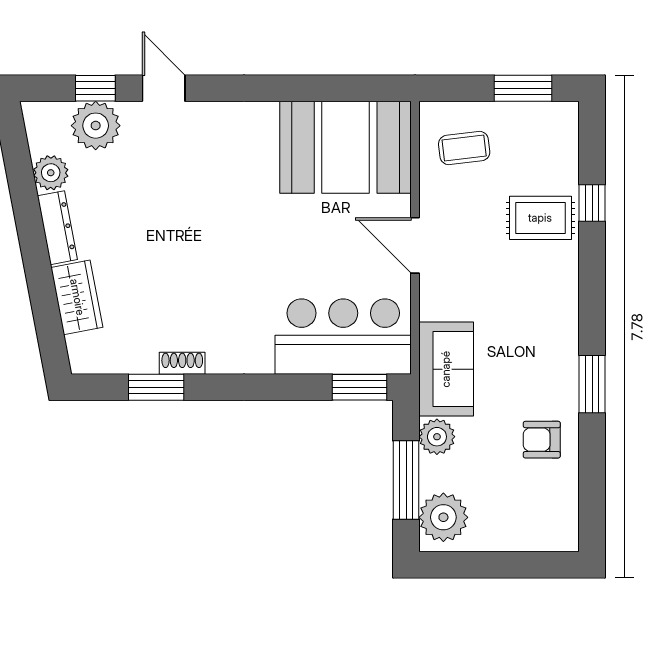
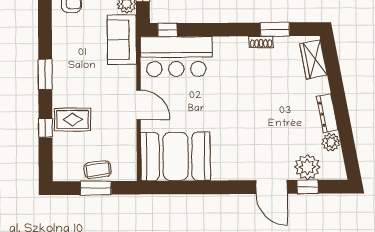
door: (164, 88) -> (272, 187), width x1.38
window: (523, 88) -> (96, 188), moved
coffee table: (464, 148) -> (98, 170), moved
wardrobe: (77, 297) -> (313, 59), moved
window: (592, 384) -> (45, 74), moved
window: (360, 387) -> (168, 30), width x0.67

